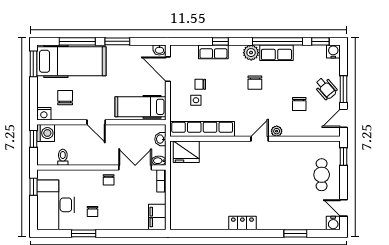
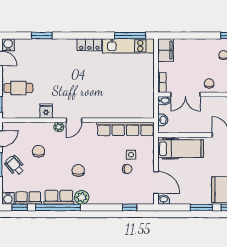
window: (220, 41) -> (130, 207), moved
row of seats: (213, 52) -> (28, 198), moved
fridge: (186, 152) -> (46, 111), moved, width x0.53, depth x0.75
cafe table: (322, 175) -> (18, 88), turned 90
kitchen unit: (199, 222) -> (128, 46), added
window: (197, 233) -> (130, 35), added

